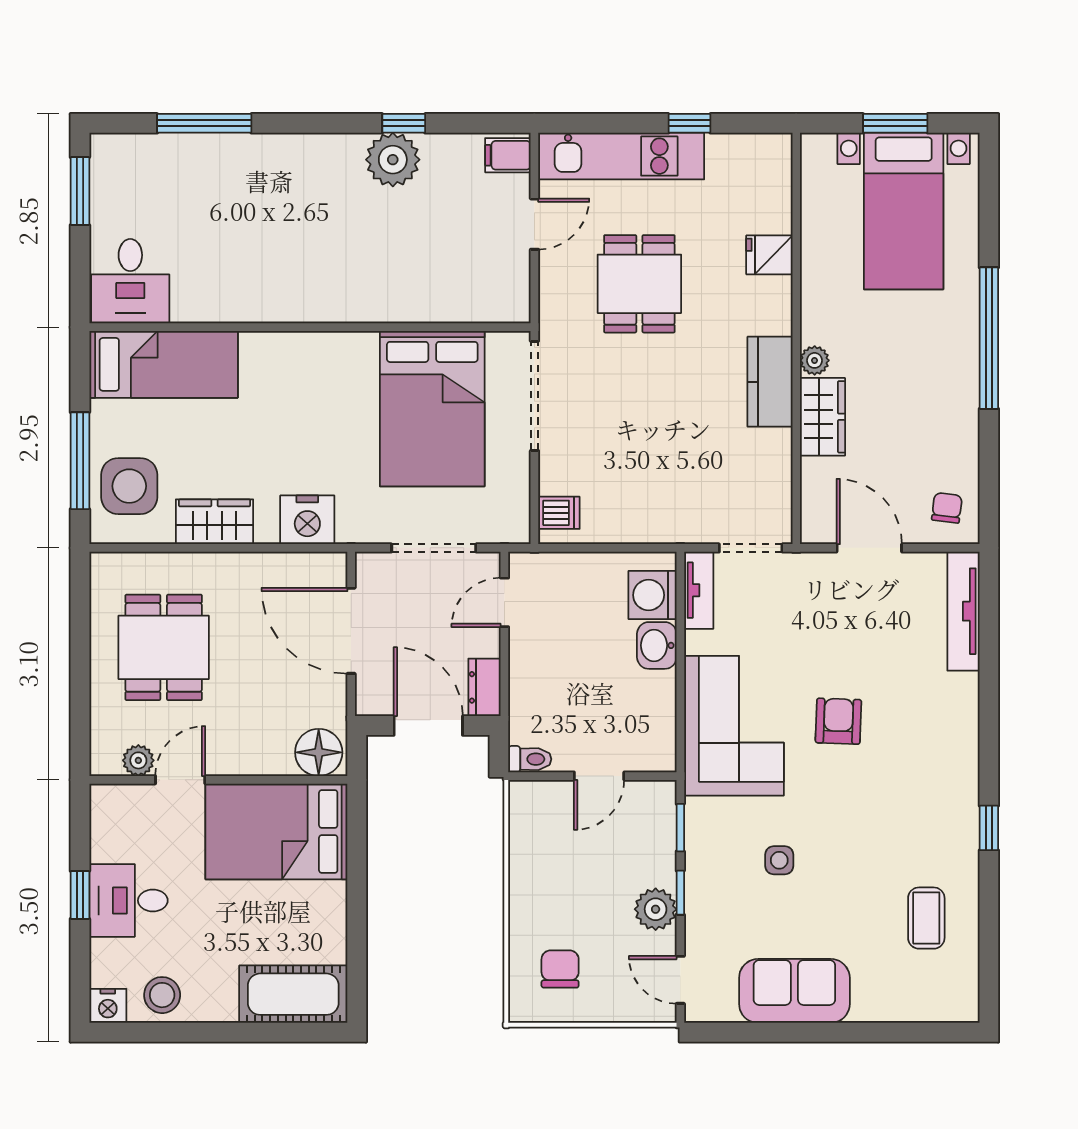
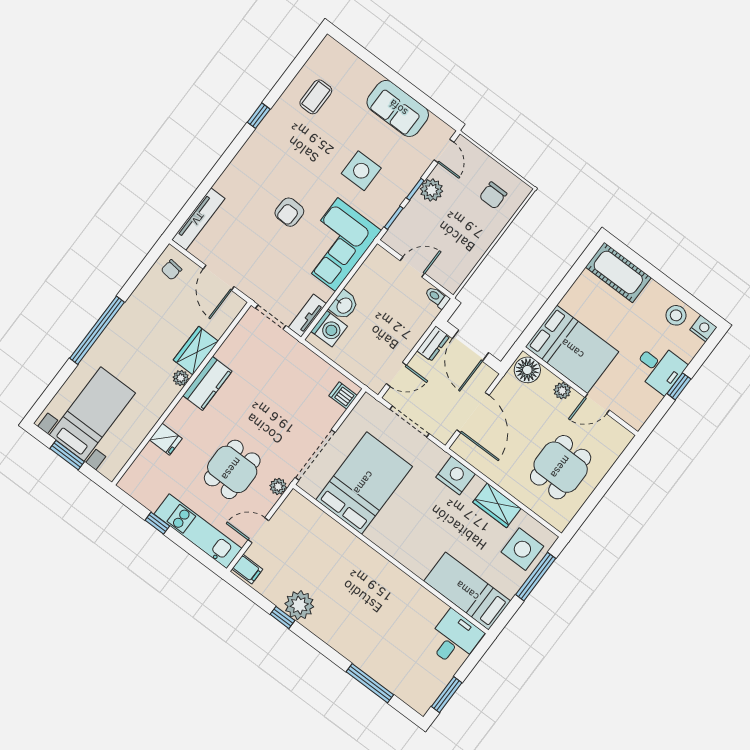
plant: (554, 309) -> (278, 486), added
plant: (138, 760) -> (562, 391), moved
side table: (779, 860) -> (361, 171), width x1.87, depth x1.87

